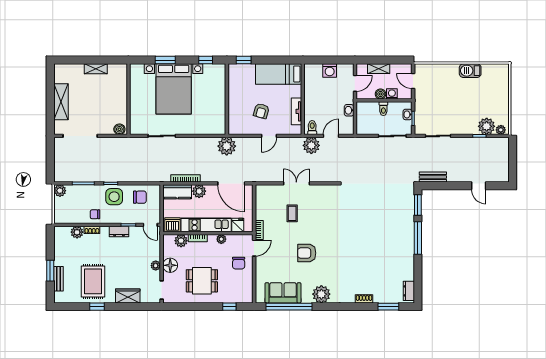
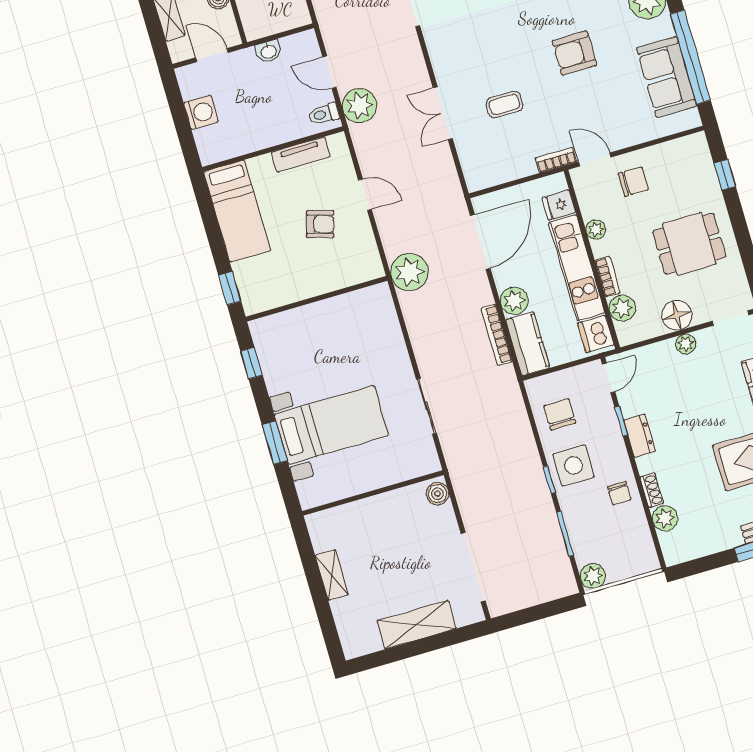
bed with nightstands: (174, 89) -> (331, 425), width x0.73
armchair: (307, 253) -> (574, 53), turned 90
dining table: (202, 281) -> (689, 244), turned 90

